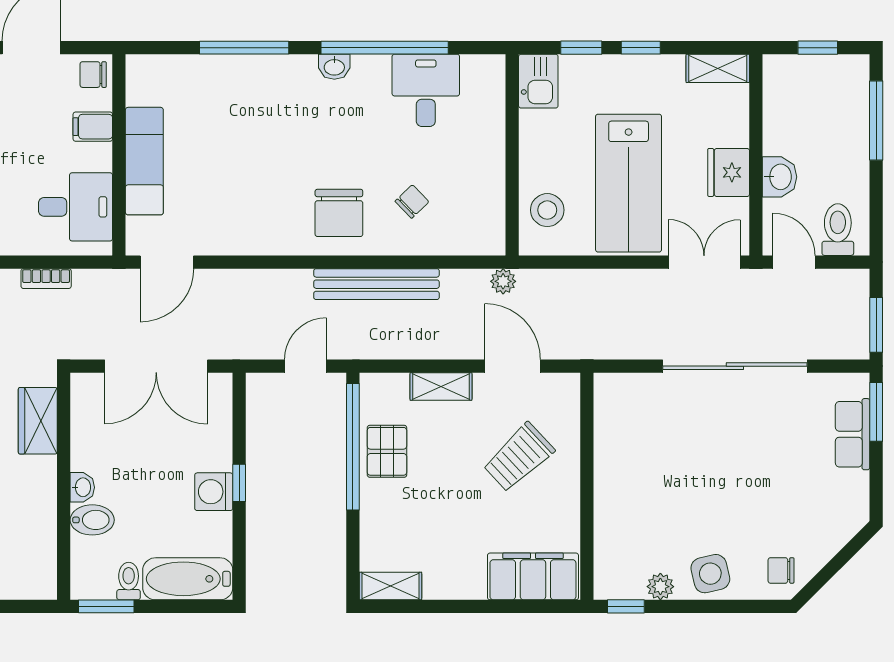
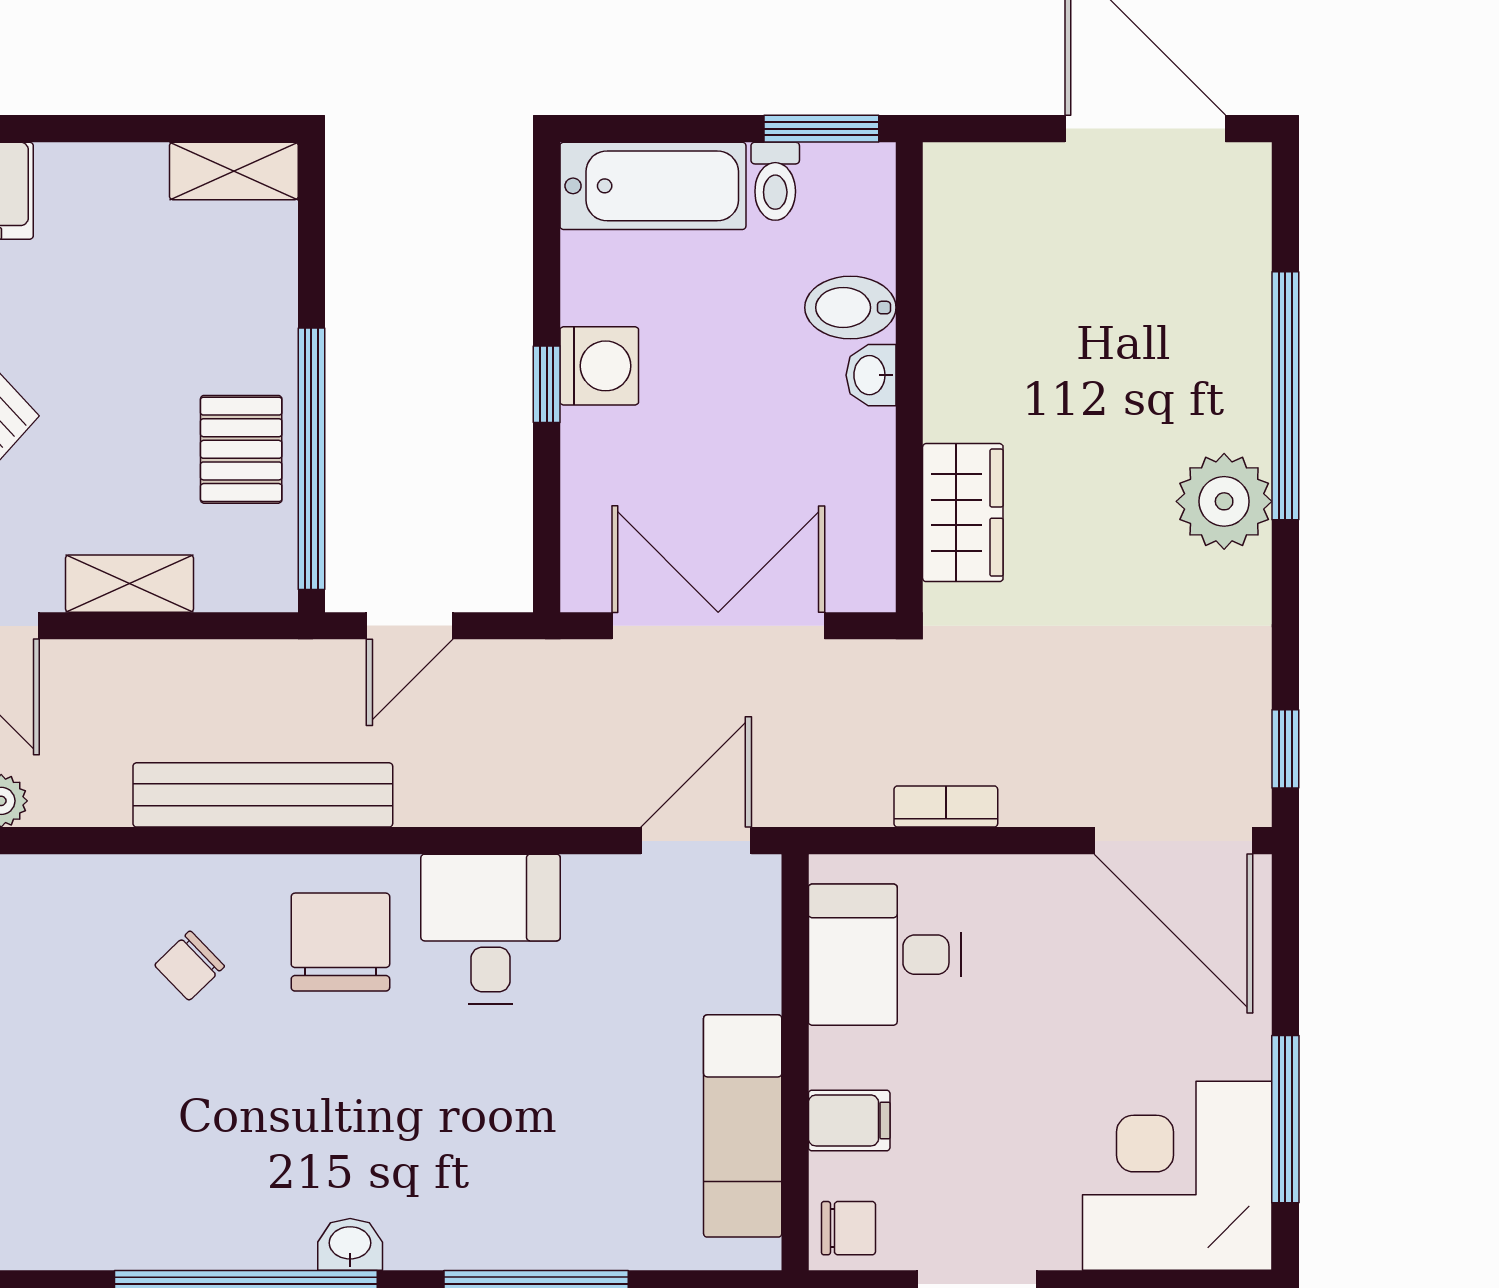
desk: (426, 90) -> (491, 929), moved, turned 180
exam couch: (144, 161) -> (743, 1126), moved

